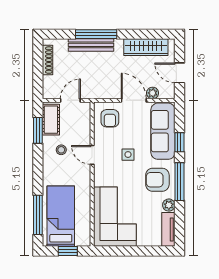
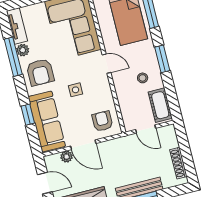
door: (70, 100) -> (146, 129), hinge flipped
window: (38, 130) -> (162, 59), moved
door: (92, 155) -> (107, 64), moved
armchair: (157, 180) -> (40, 72), turned 90
window: (179, 182) -> (13, 57), moved

